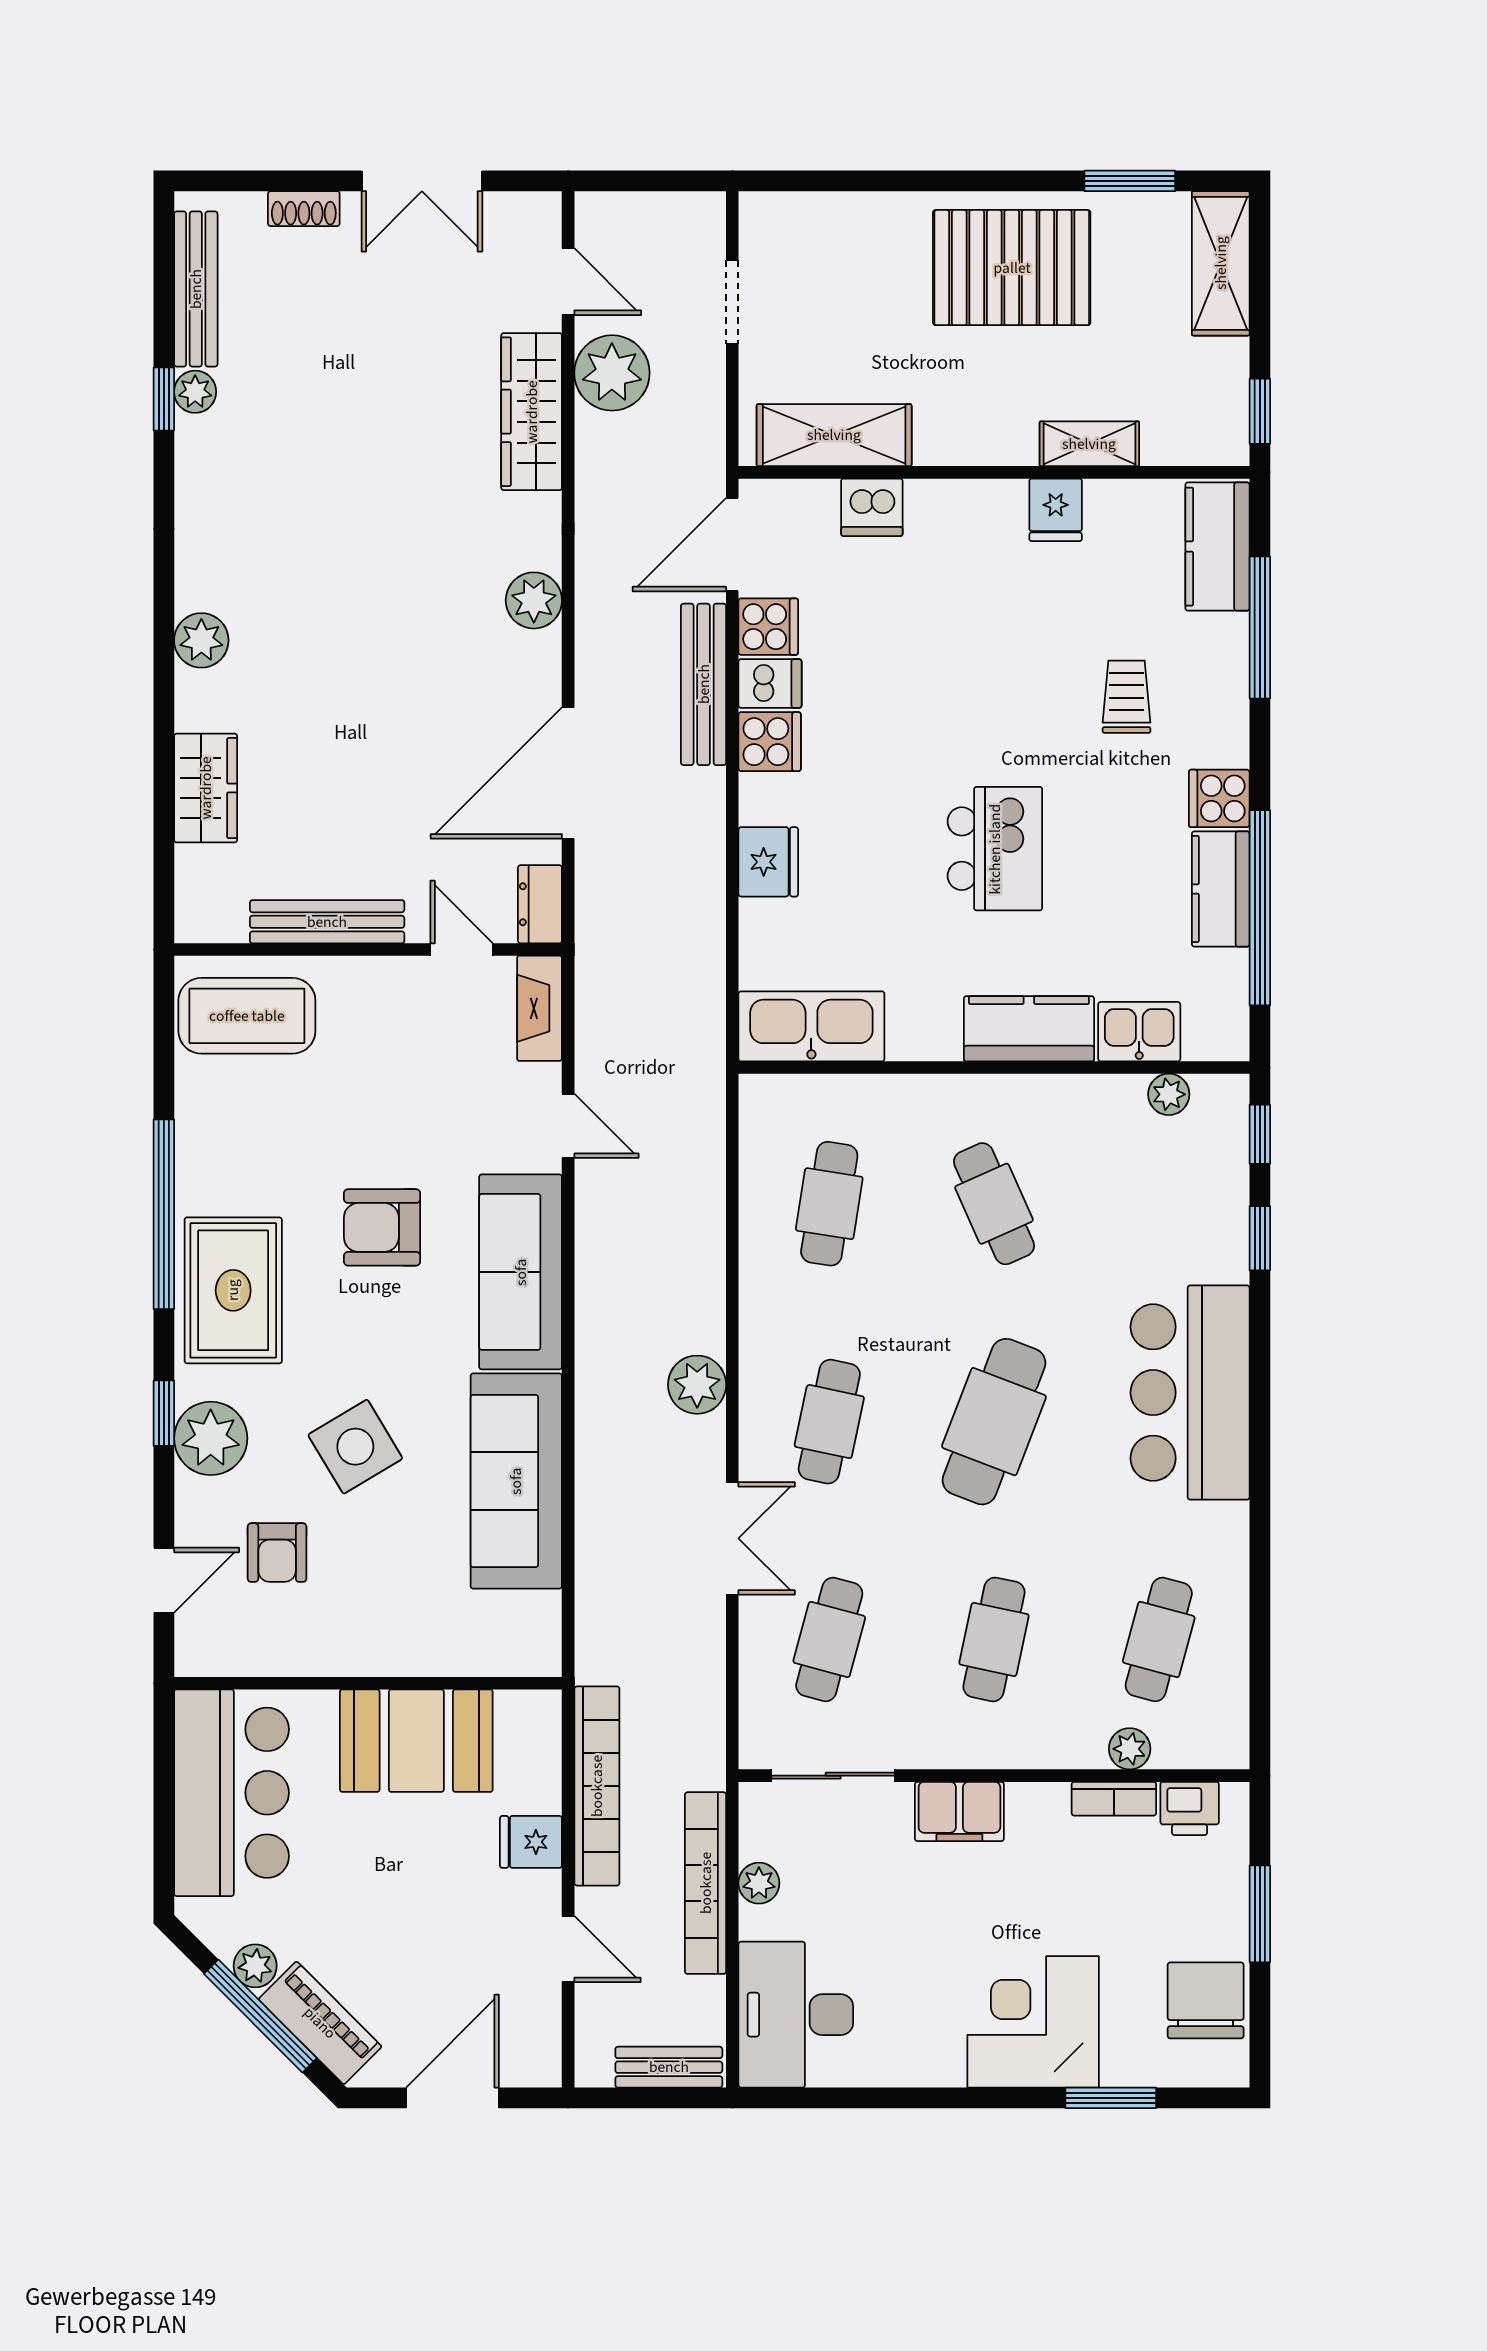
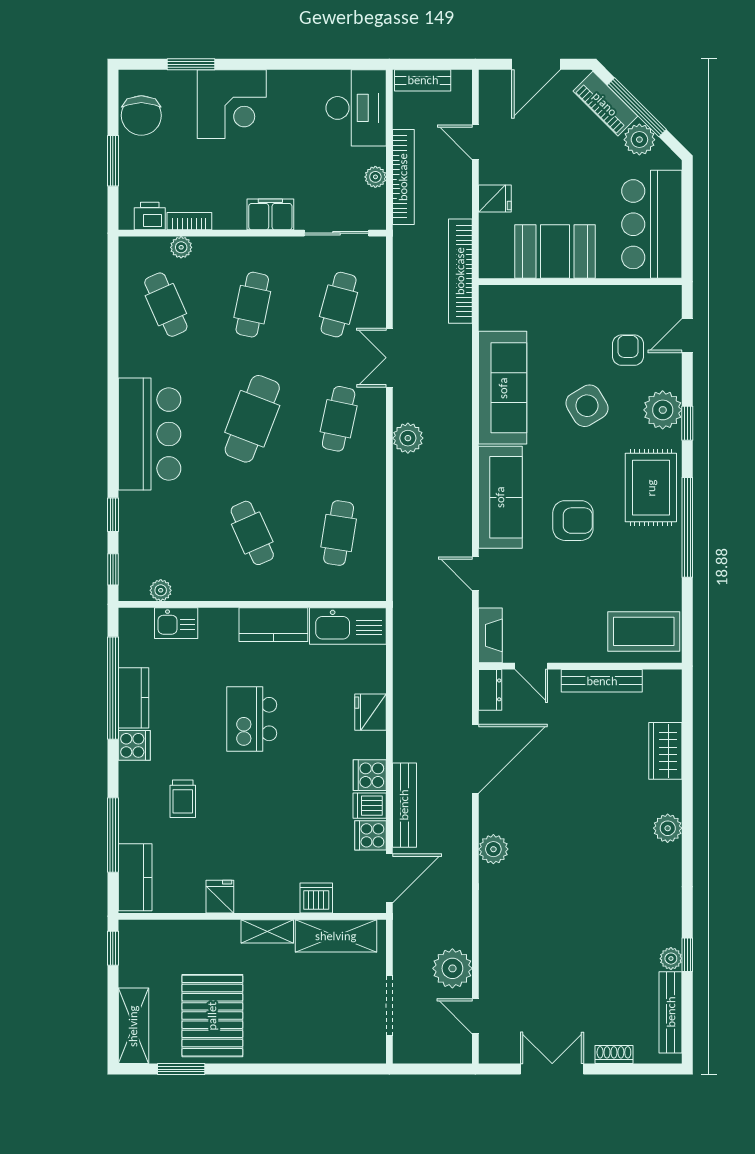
pallet: (1012, 268) -> (212, 1016), moved, turned 90
doorway: (732, 302) -> (389, 1006), width x1.38
wardrobe: (532, 412) -> (495, 948), removed
shelving: (1089, 444) -> (267, 931), moved
kitchen counter: (1029, 1029) -> (273, 625), moved
cafe table: (1159, 1639) -> (166, 305), turned -39
bookcase: (597, 1786) -> (460, 271), moved
plant: (255, 1966) -> (639, 140), width x1.38, depth x1.38

